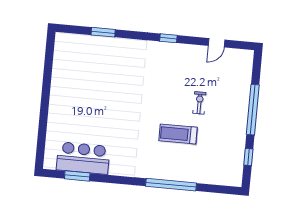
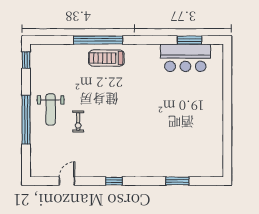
weight bench: (227, 118) -> (51, 109), added
treadmill: (178, 134) -> (106, 58), moved, turned 180
window: (248, 157) -> (26, 60), moved

